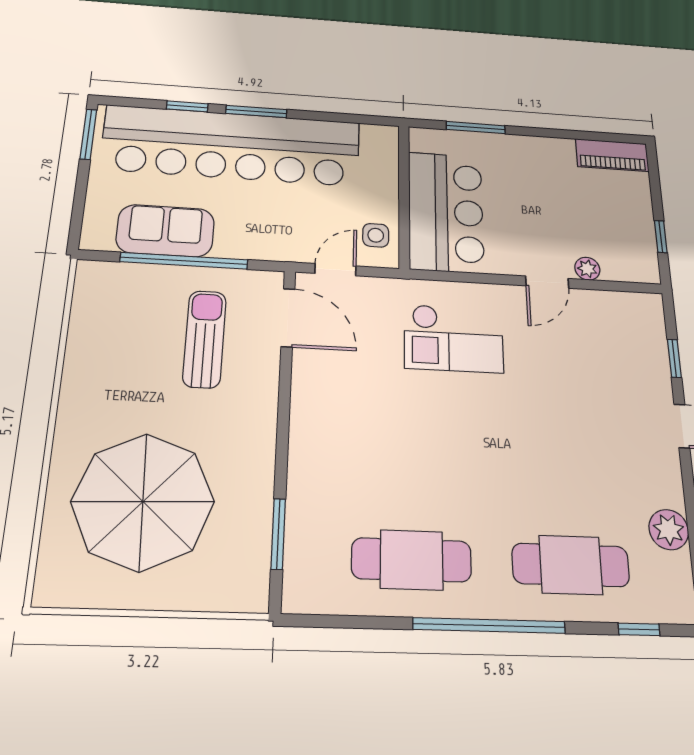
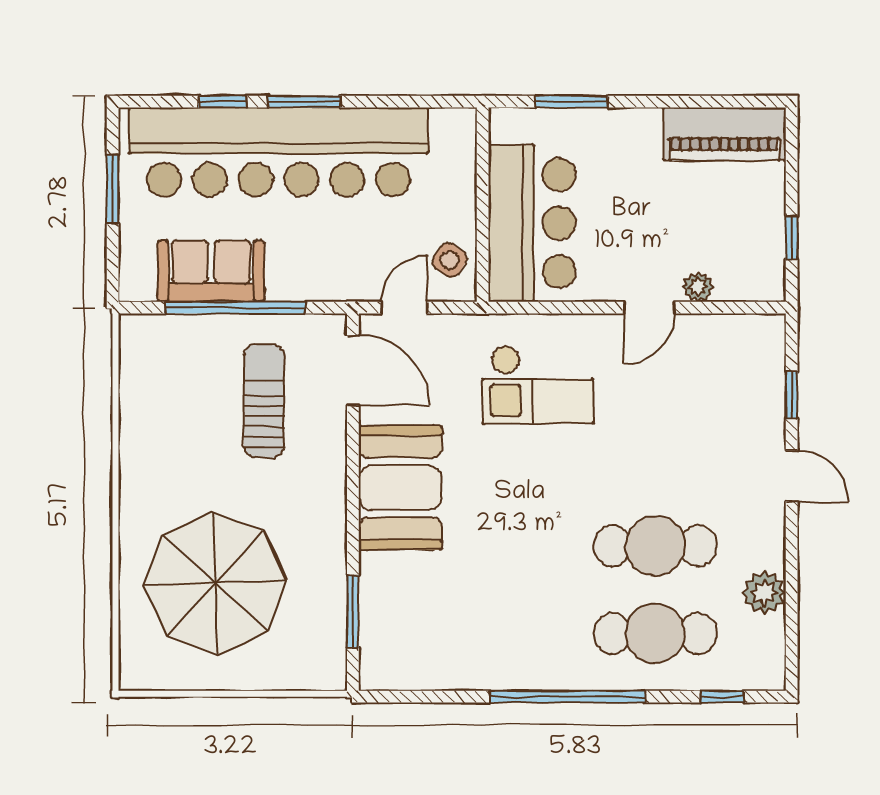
window: (88, 134) -> (113, 189), moved
piano: (612, 155) -> (724, 134), width x1.37, depth x1.33
side table: (376, 235) -> (449, 260), turned 33
booth: (328, 420) -> (400, 488), added
cafe table: (412, 560) -> (655, 546), moved

